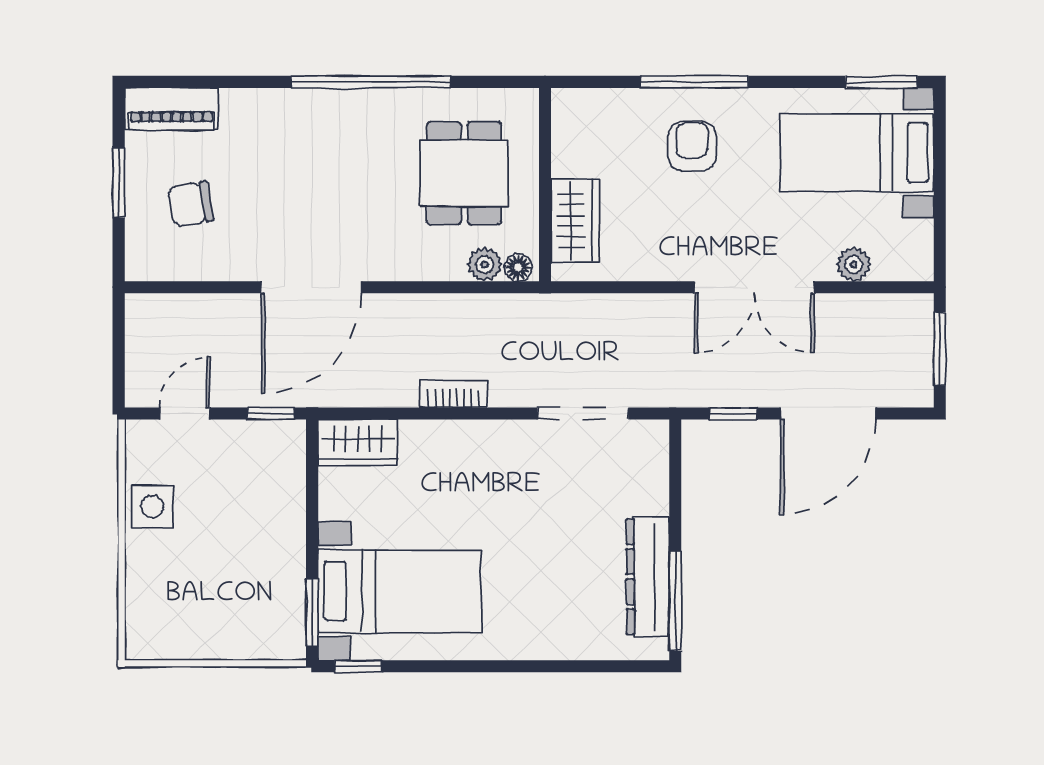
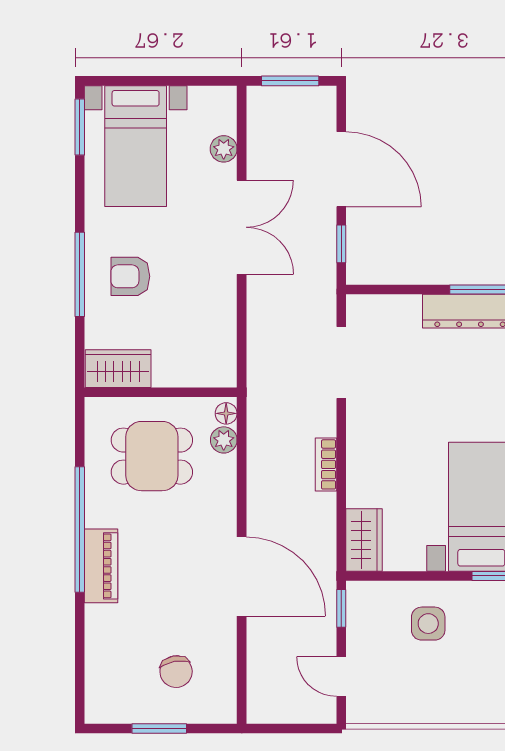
piano: (172, 109) -> (101, 566), moved
wardrobe: (575, 221) -> (118, 369), moved
side table: (152, 506) -> (428, 624), moved

